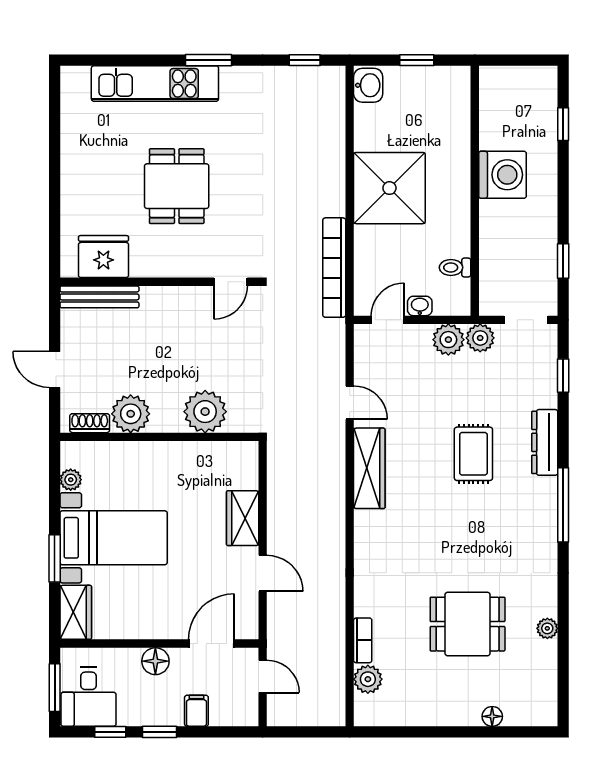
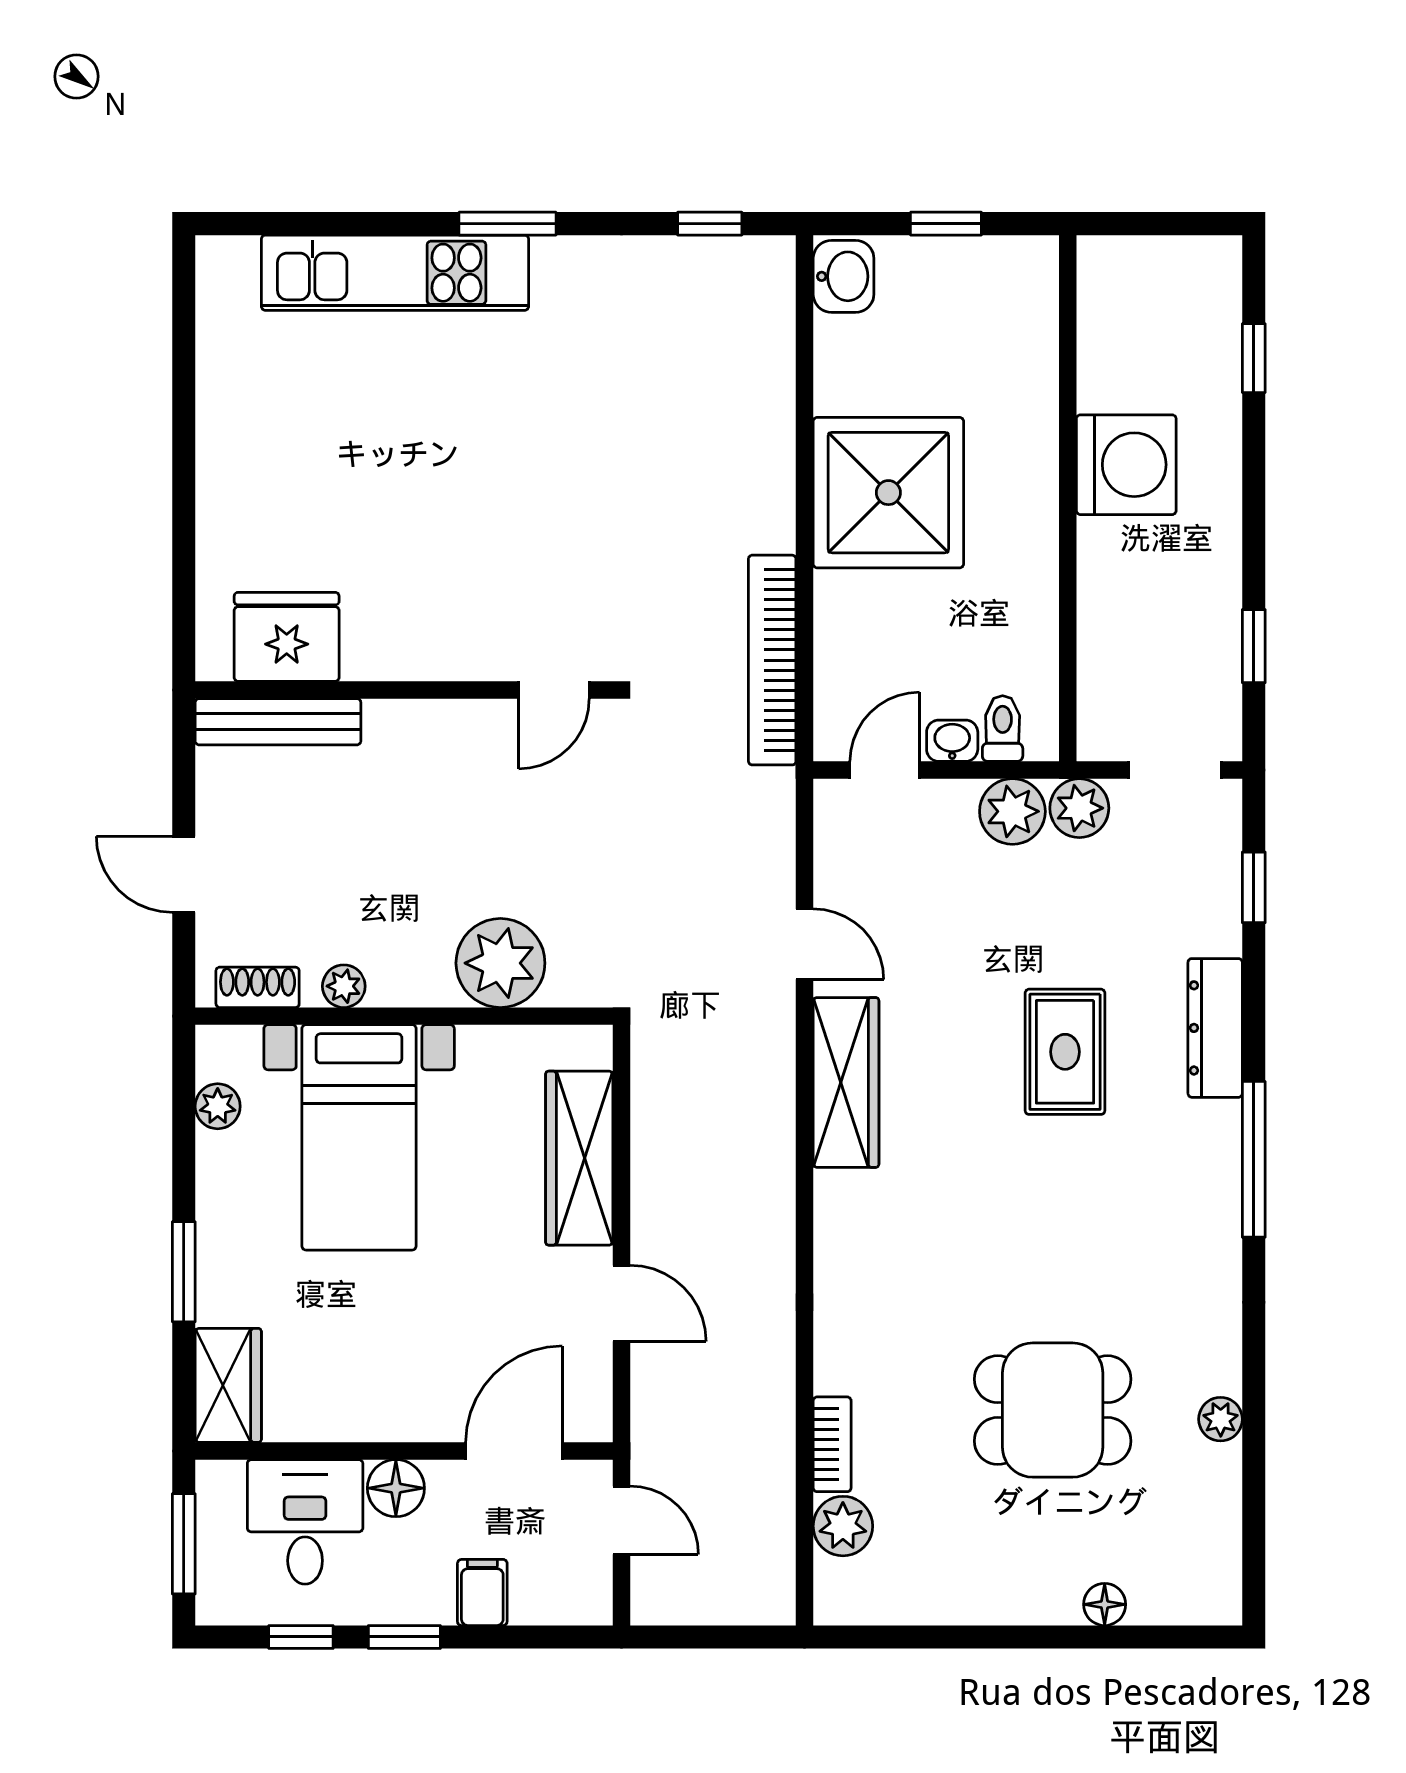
dining table: (177, 186) -> (441, 489), removed
toilet: (455, 267) -> (1003, 729), moved, turned 90
plant: (131, 414) -> (344, 986), width x0.53, depth x0.53
wardrobe: (243, 518) -> (579, 1158), width x1.50
bed with nightstands: (114, 538) -> (359, 1137), moved, turned 90
desk: (88, 697) -> (305, 1522), moved, turned 180

